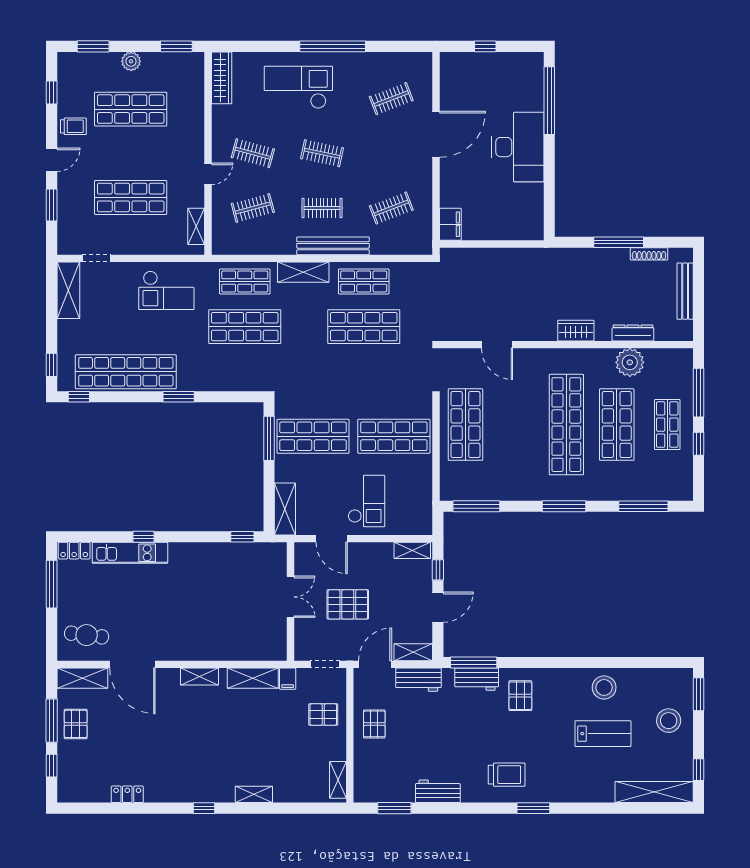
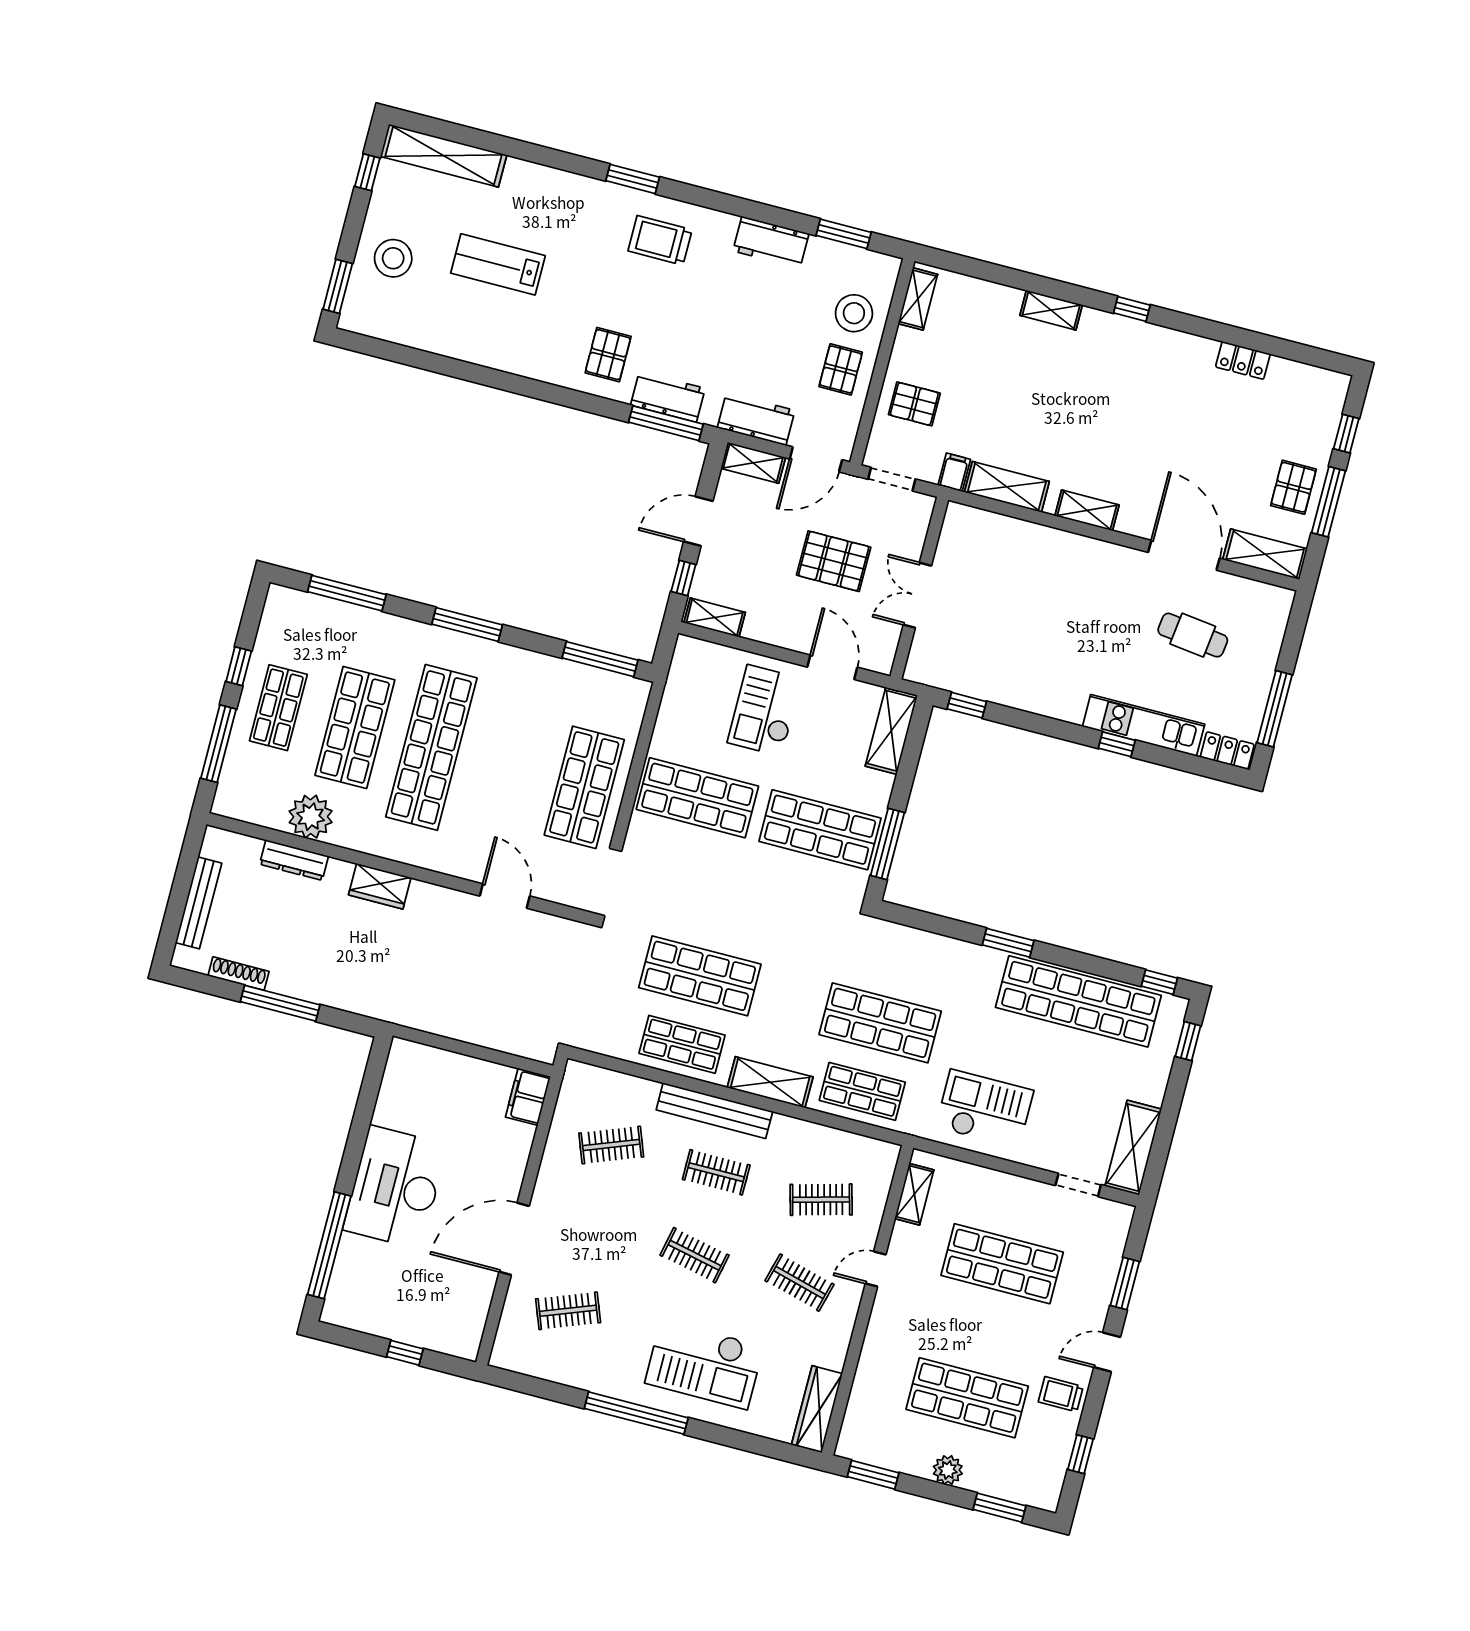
cafe table: (87, 635) -> (1193, 635), moved
stool: (604, 687) -> (854, 313), moved

